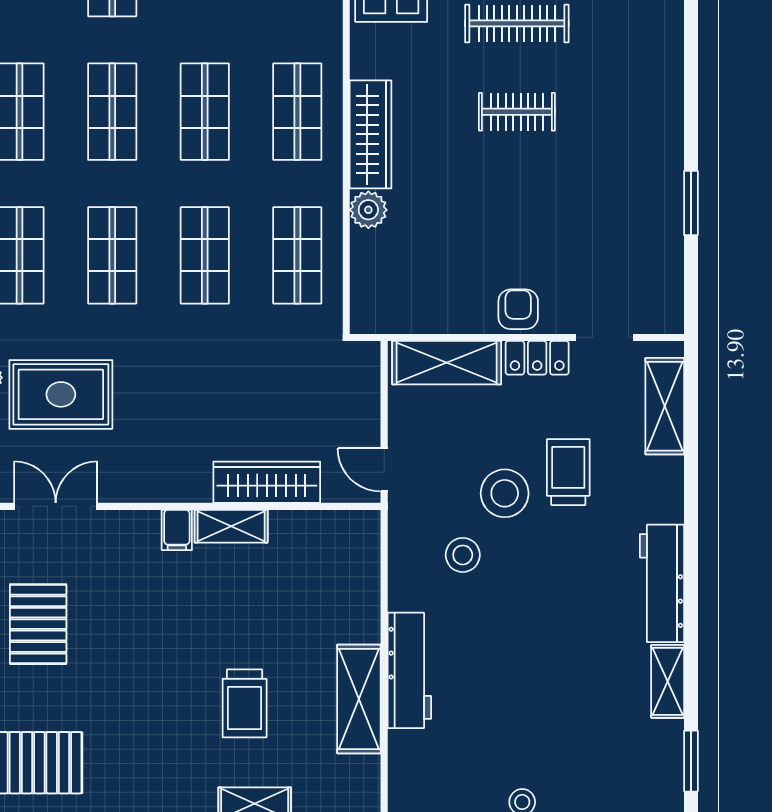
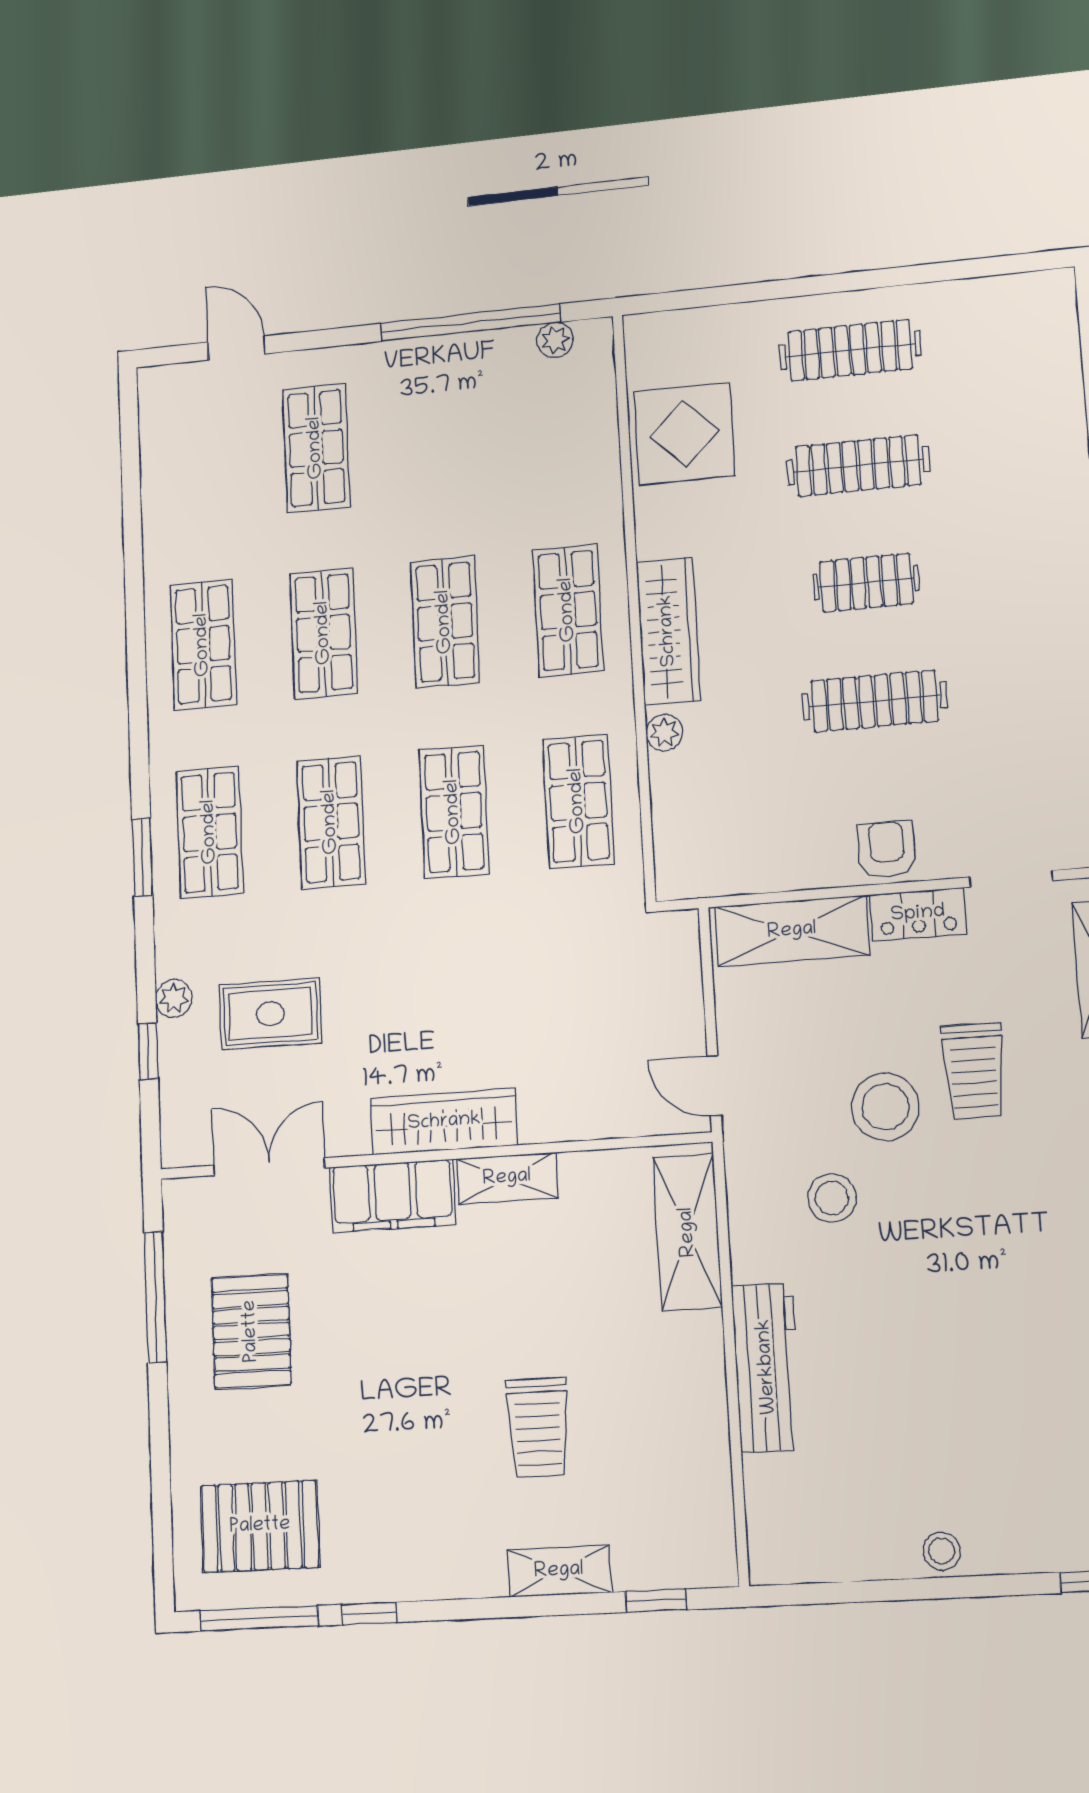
clothes rail: (517, 200) -> (874, 701), added
plant: (368, 210) -> (664, 733), width x0.73, depth x0.73
rug: (61, 394) -> (270, 1014), width x0.73, depth x0.70
trolley: (568, 472) -> (974, 1071), turned 180
wardrobe: (267, 482) -> (444, 1122), moved
filing cabinet: (177, 530) -> (393, 1196), width x3.00, depth x1.17
shelving: (359, 699) -> (688, 1232), moved

